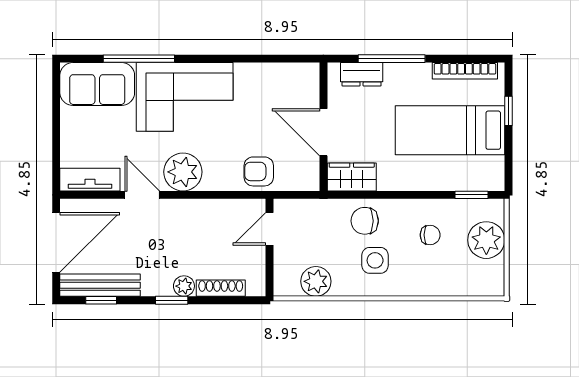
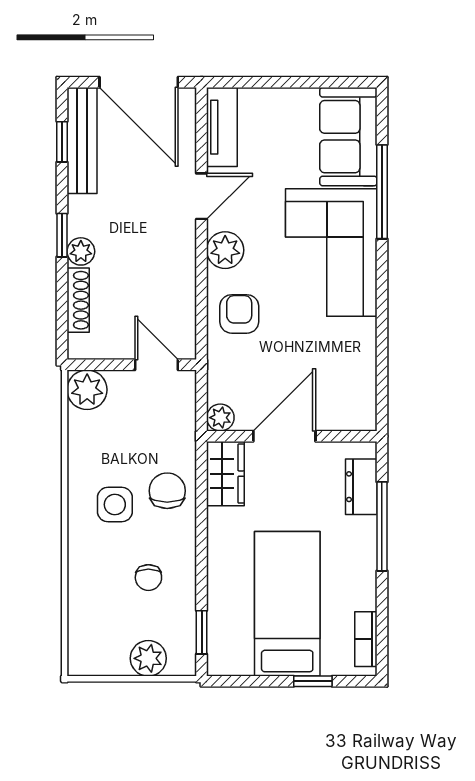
bookcase: (465, 71) -> (366, 639), width x0.64
armchair: (259, 171) -> (239, 314), moved
plant: (183, 172) -> (225, 250), width x0.73, depth x0.73
plant: (309, 181) -> (220, 418), added
plant: (486, 240) -> (148, 658), width x0.73, depth x0.73
plant: (316, 281) -> (87, 390), moved

